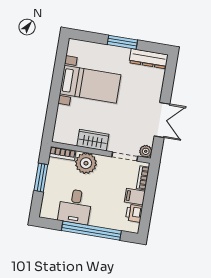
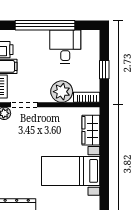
wardrobe: (93, 140) -> (91, 130), moved, turned 90
window: (41, 178) -> (104, 70), width x0.67

